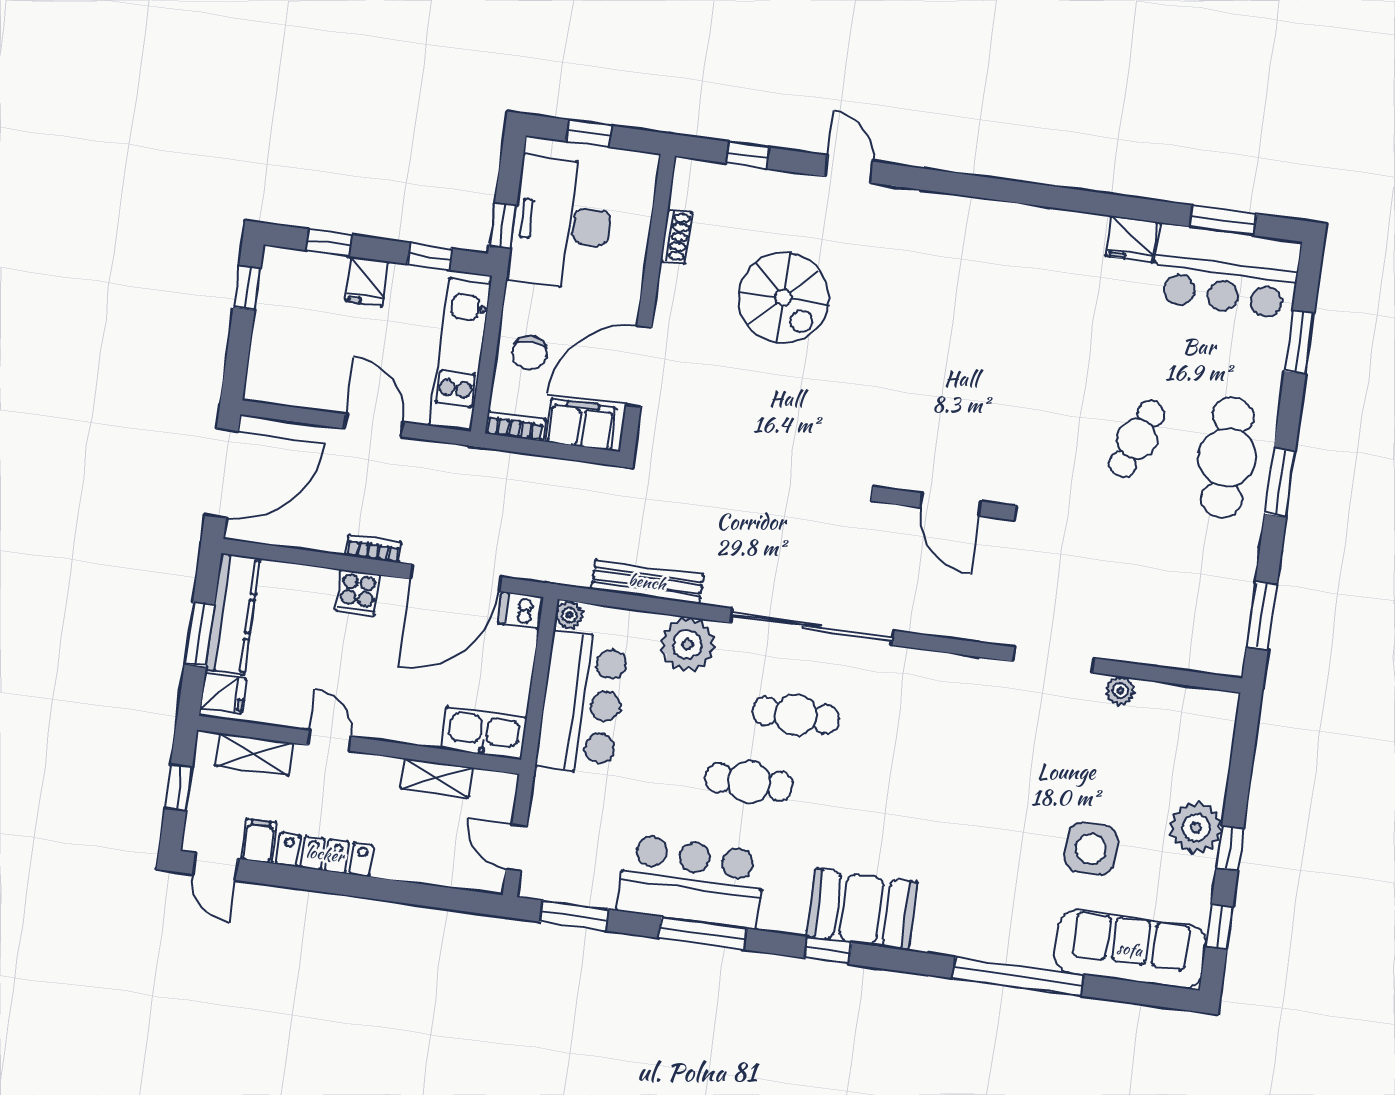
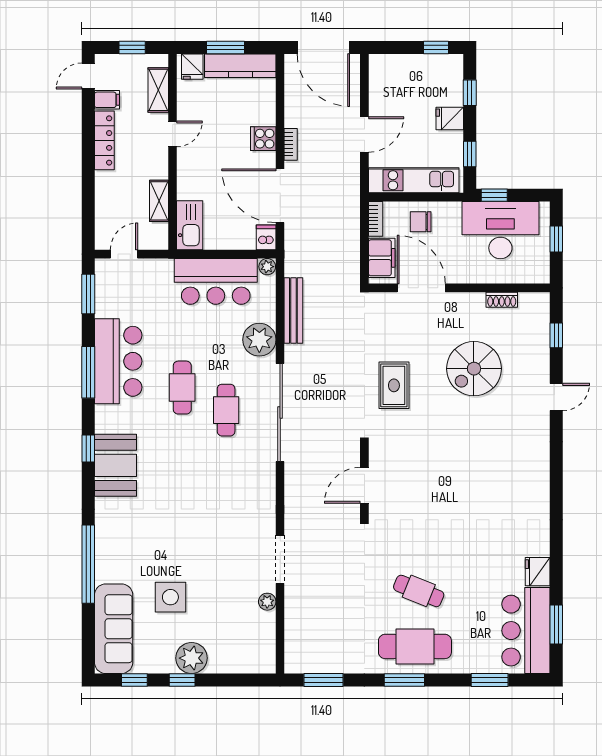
rug: (793, 433) -> (394, 385), added

